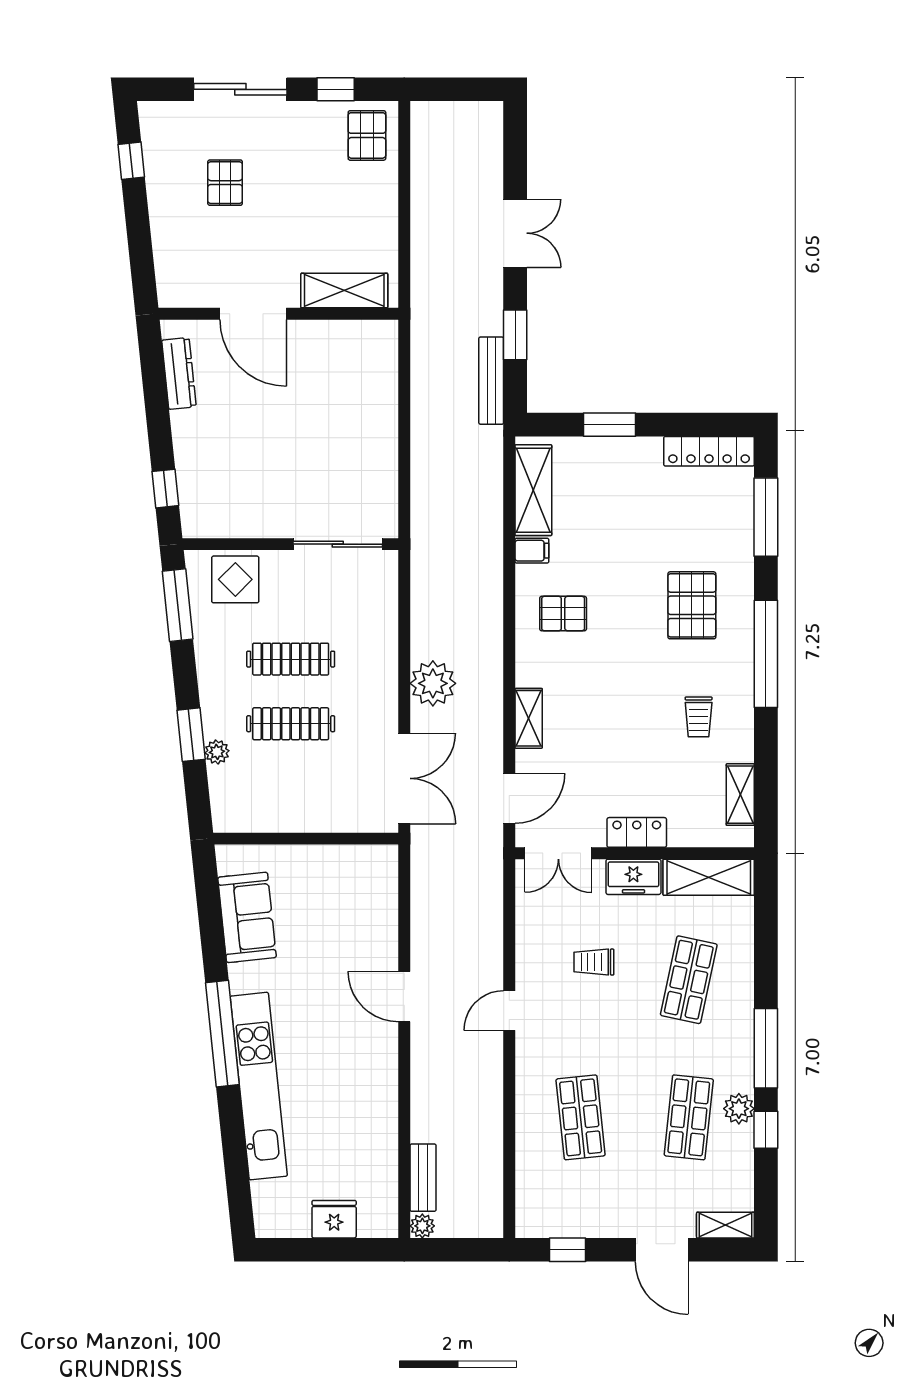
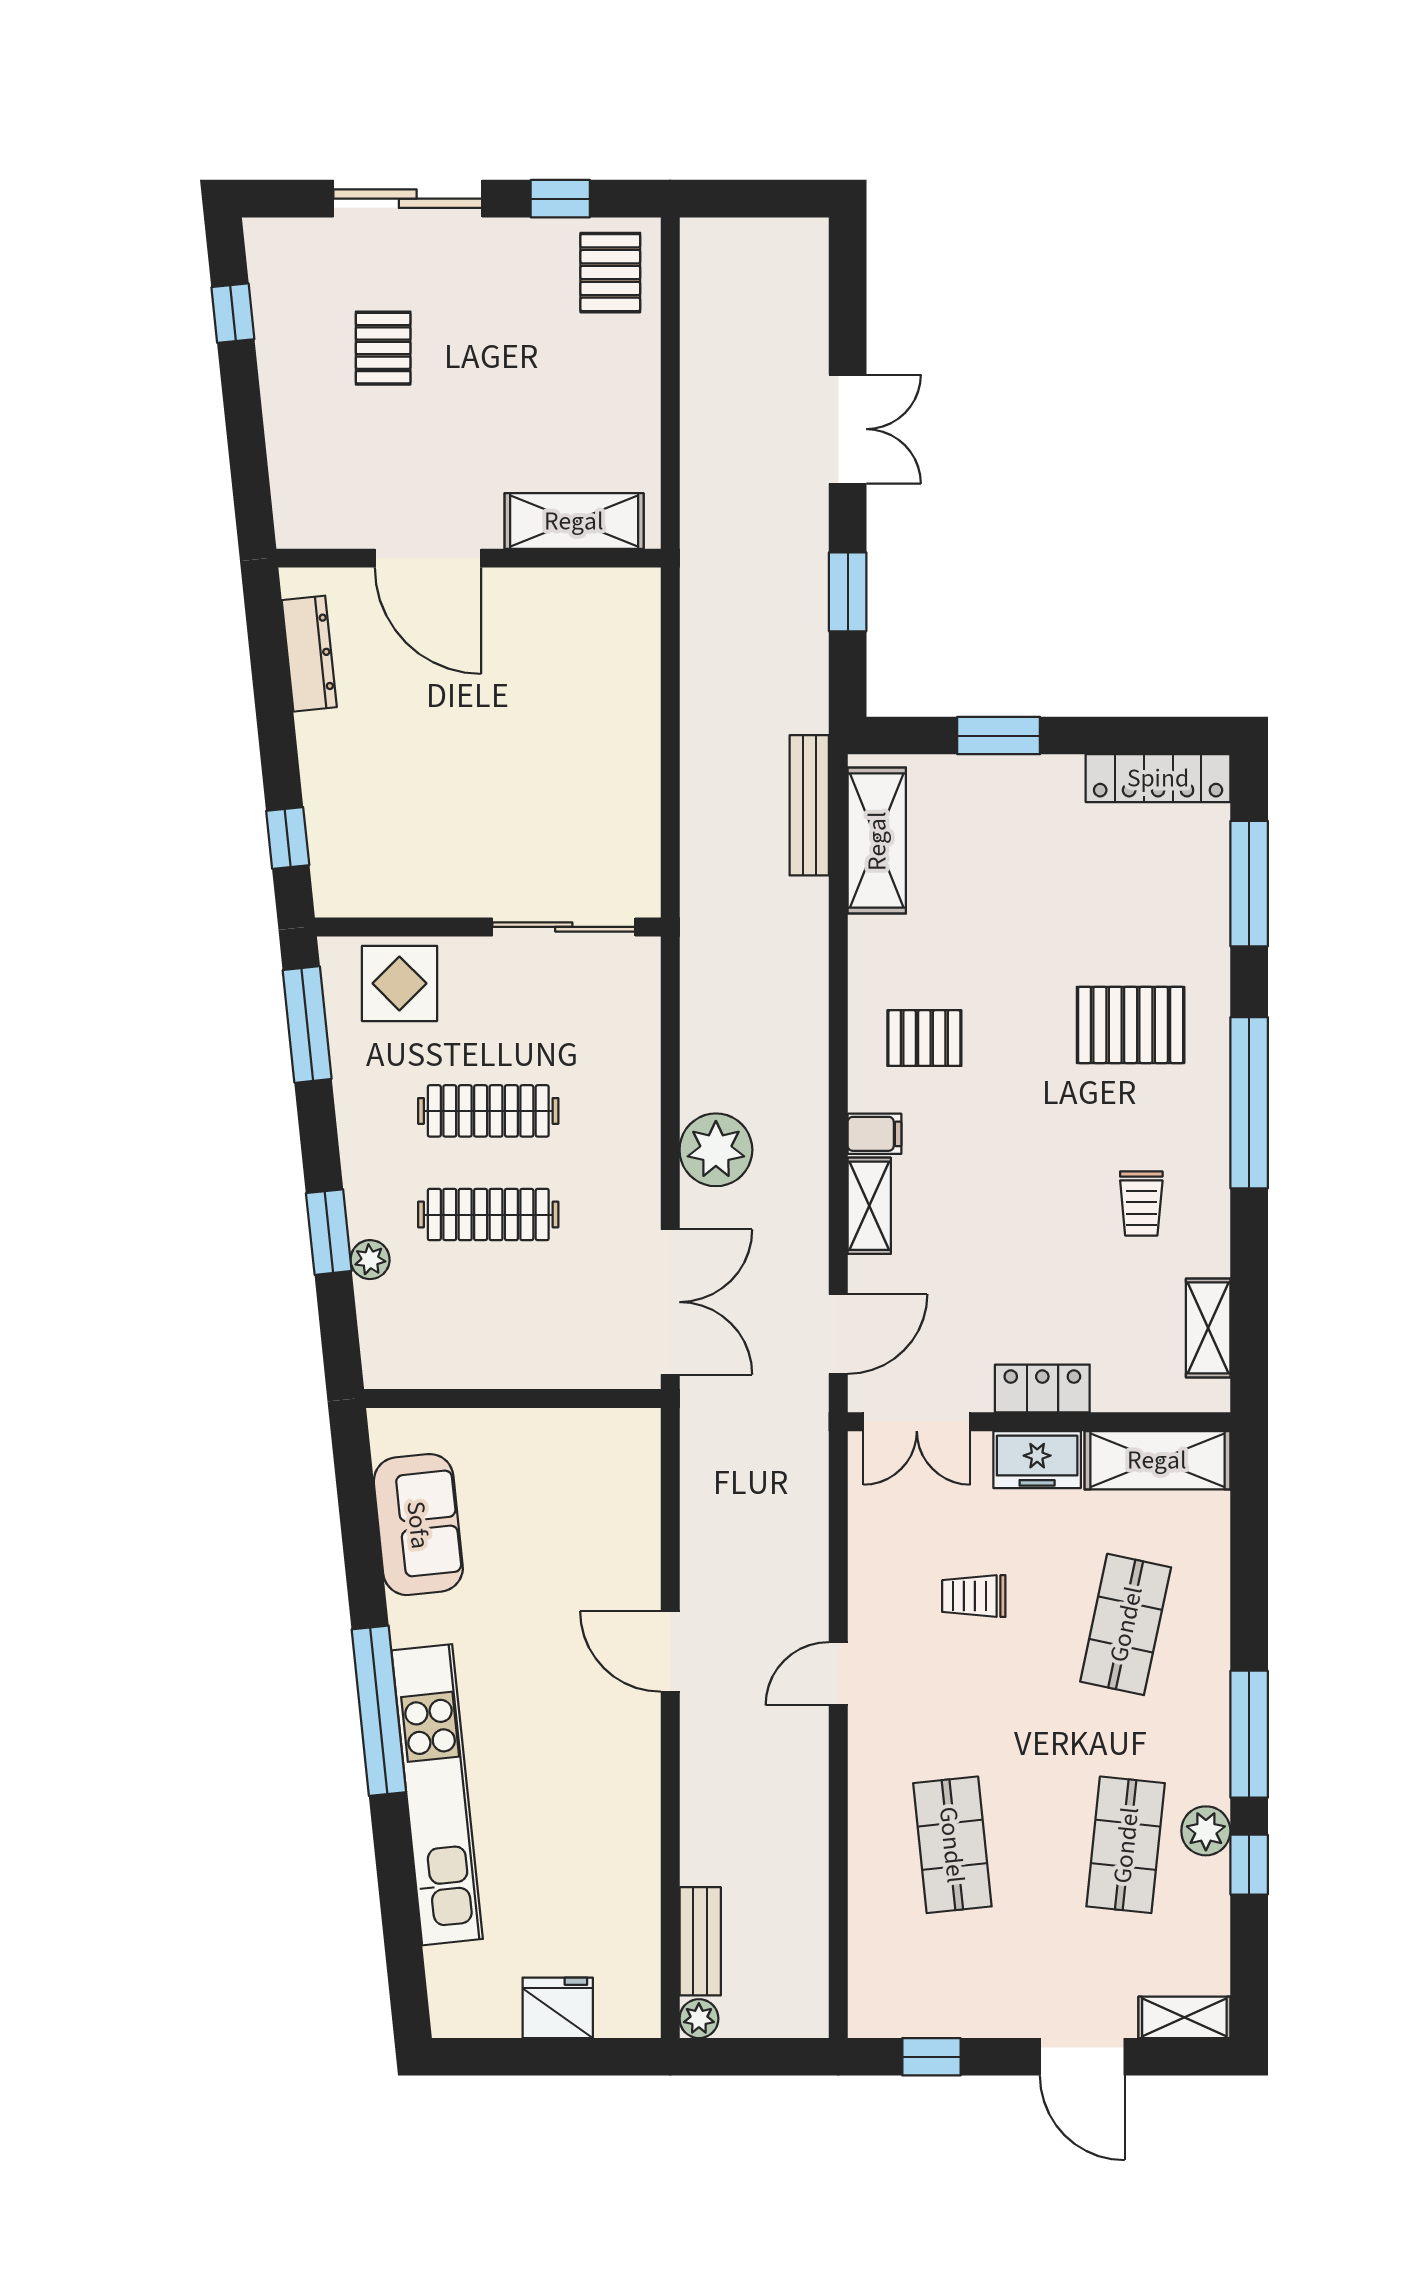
bench: (491, 381) -> (809, 805), moved
filing cabinet: (532, 551) -> (874, 1134), moved
pallet: (692, 605) -> (1131, 1025), turned 90

